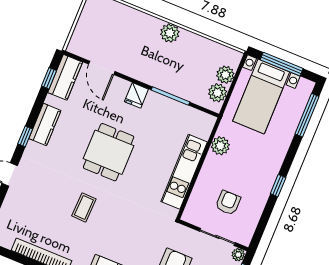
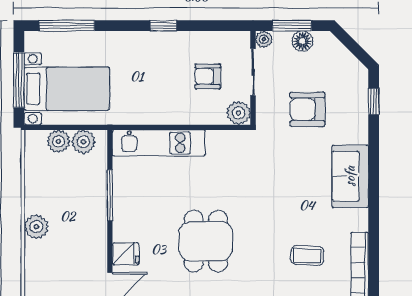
fridge: (136, 95) -> (126, 254), moved
plant: (220, 146) -> (239, 113), moved
dining table: (109, 152) -> (206, 241), turned 90
kitchen unit: (184, 172) -> (159, 143), moved
coffee table: (84, 207) -> (307, 255), moved

